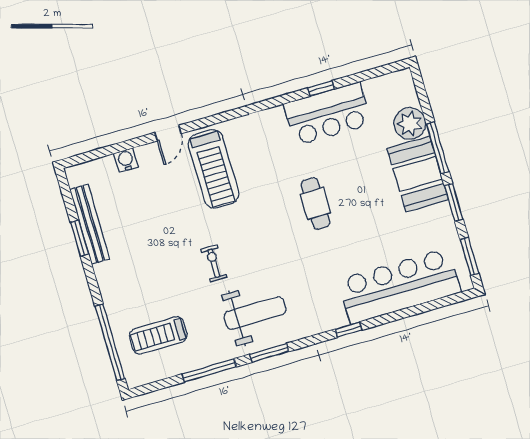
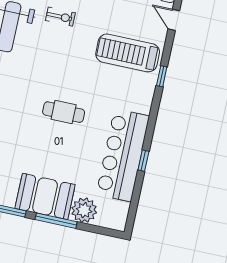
bar counter: (327, 114) -> (123, 155), width x1.36
window: (219, 118) -> (162, 76), added
door: (168, 133) -> (174, 20), moved

